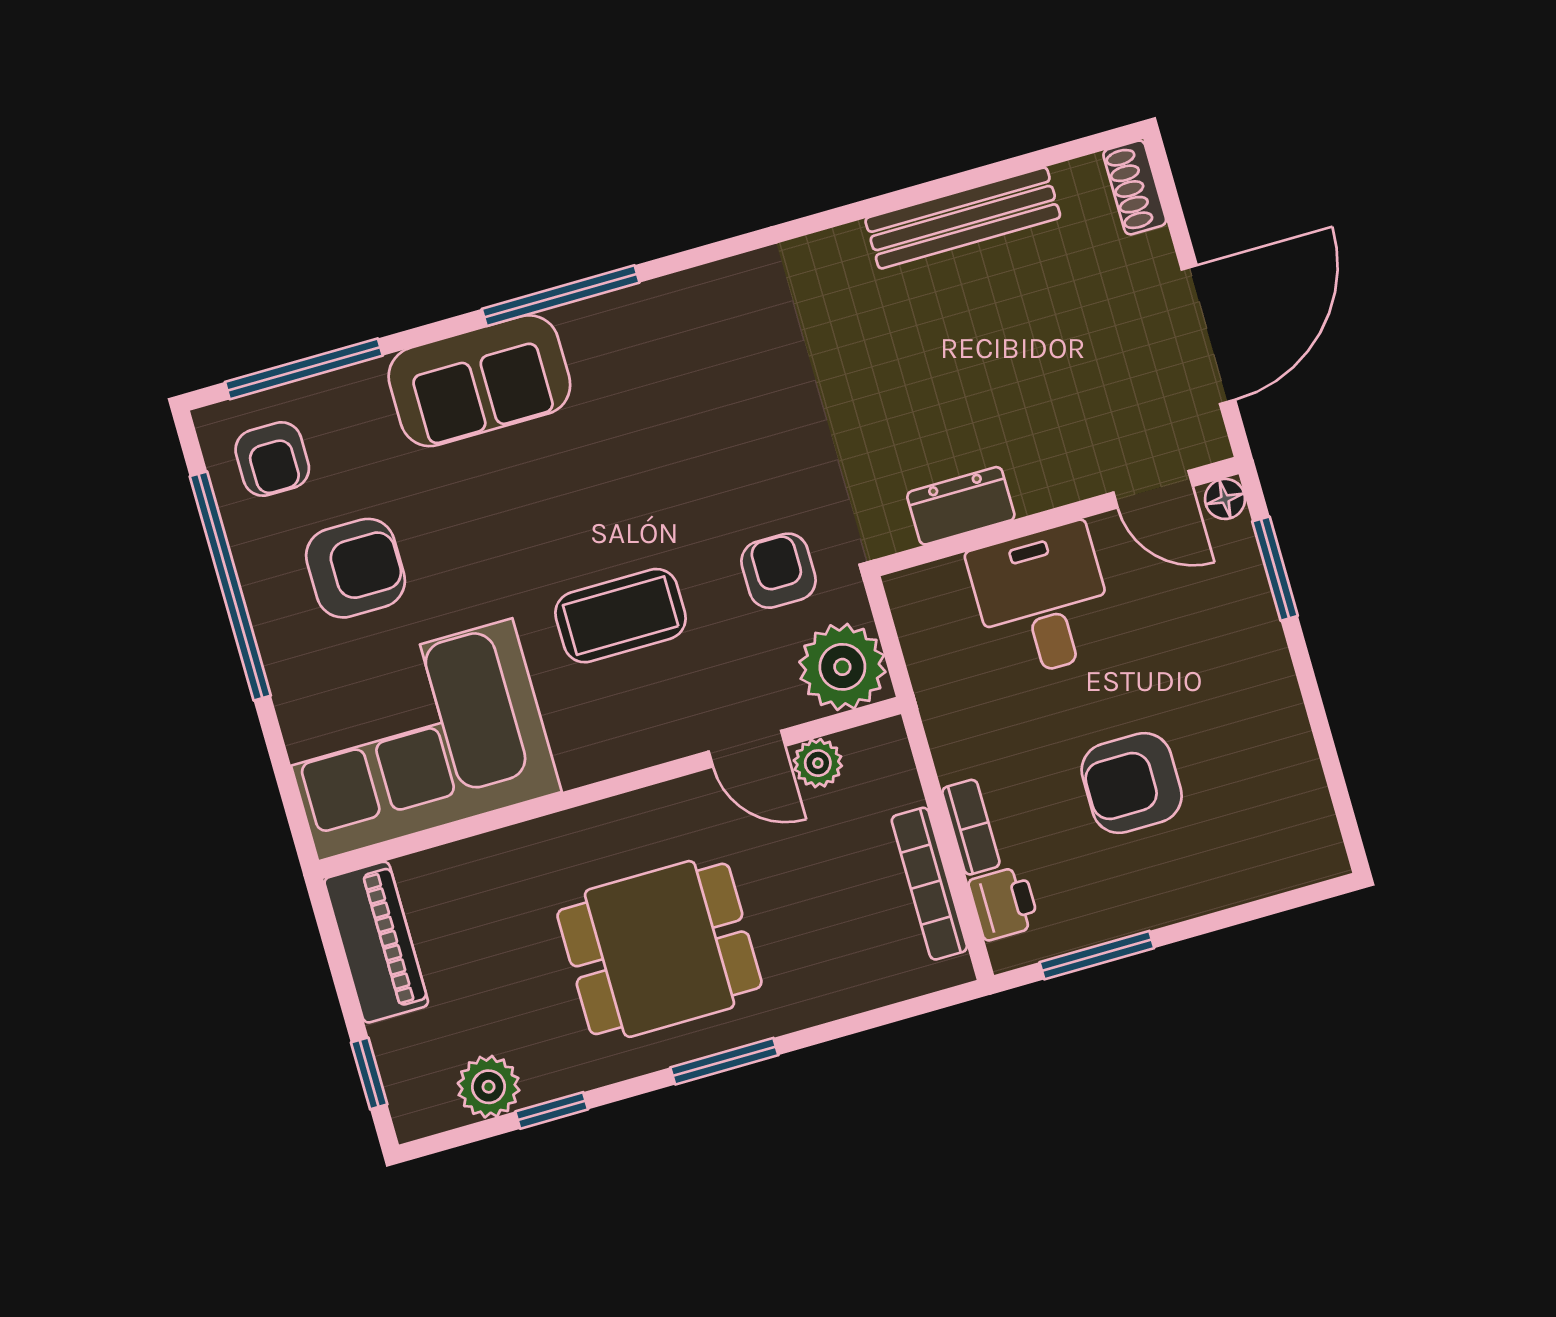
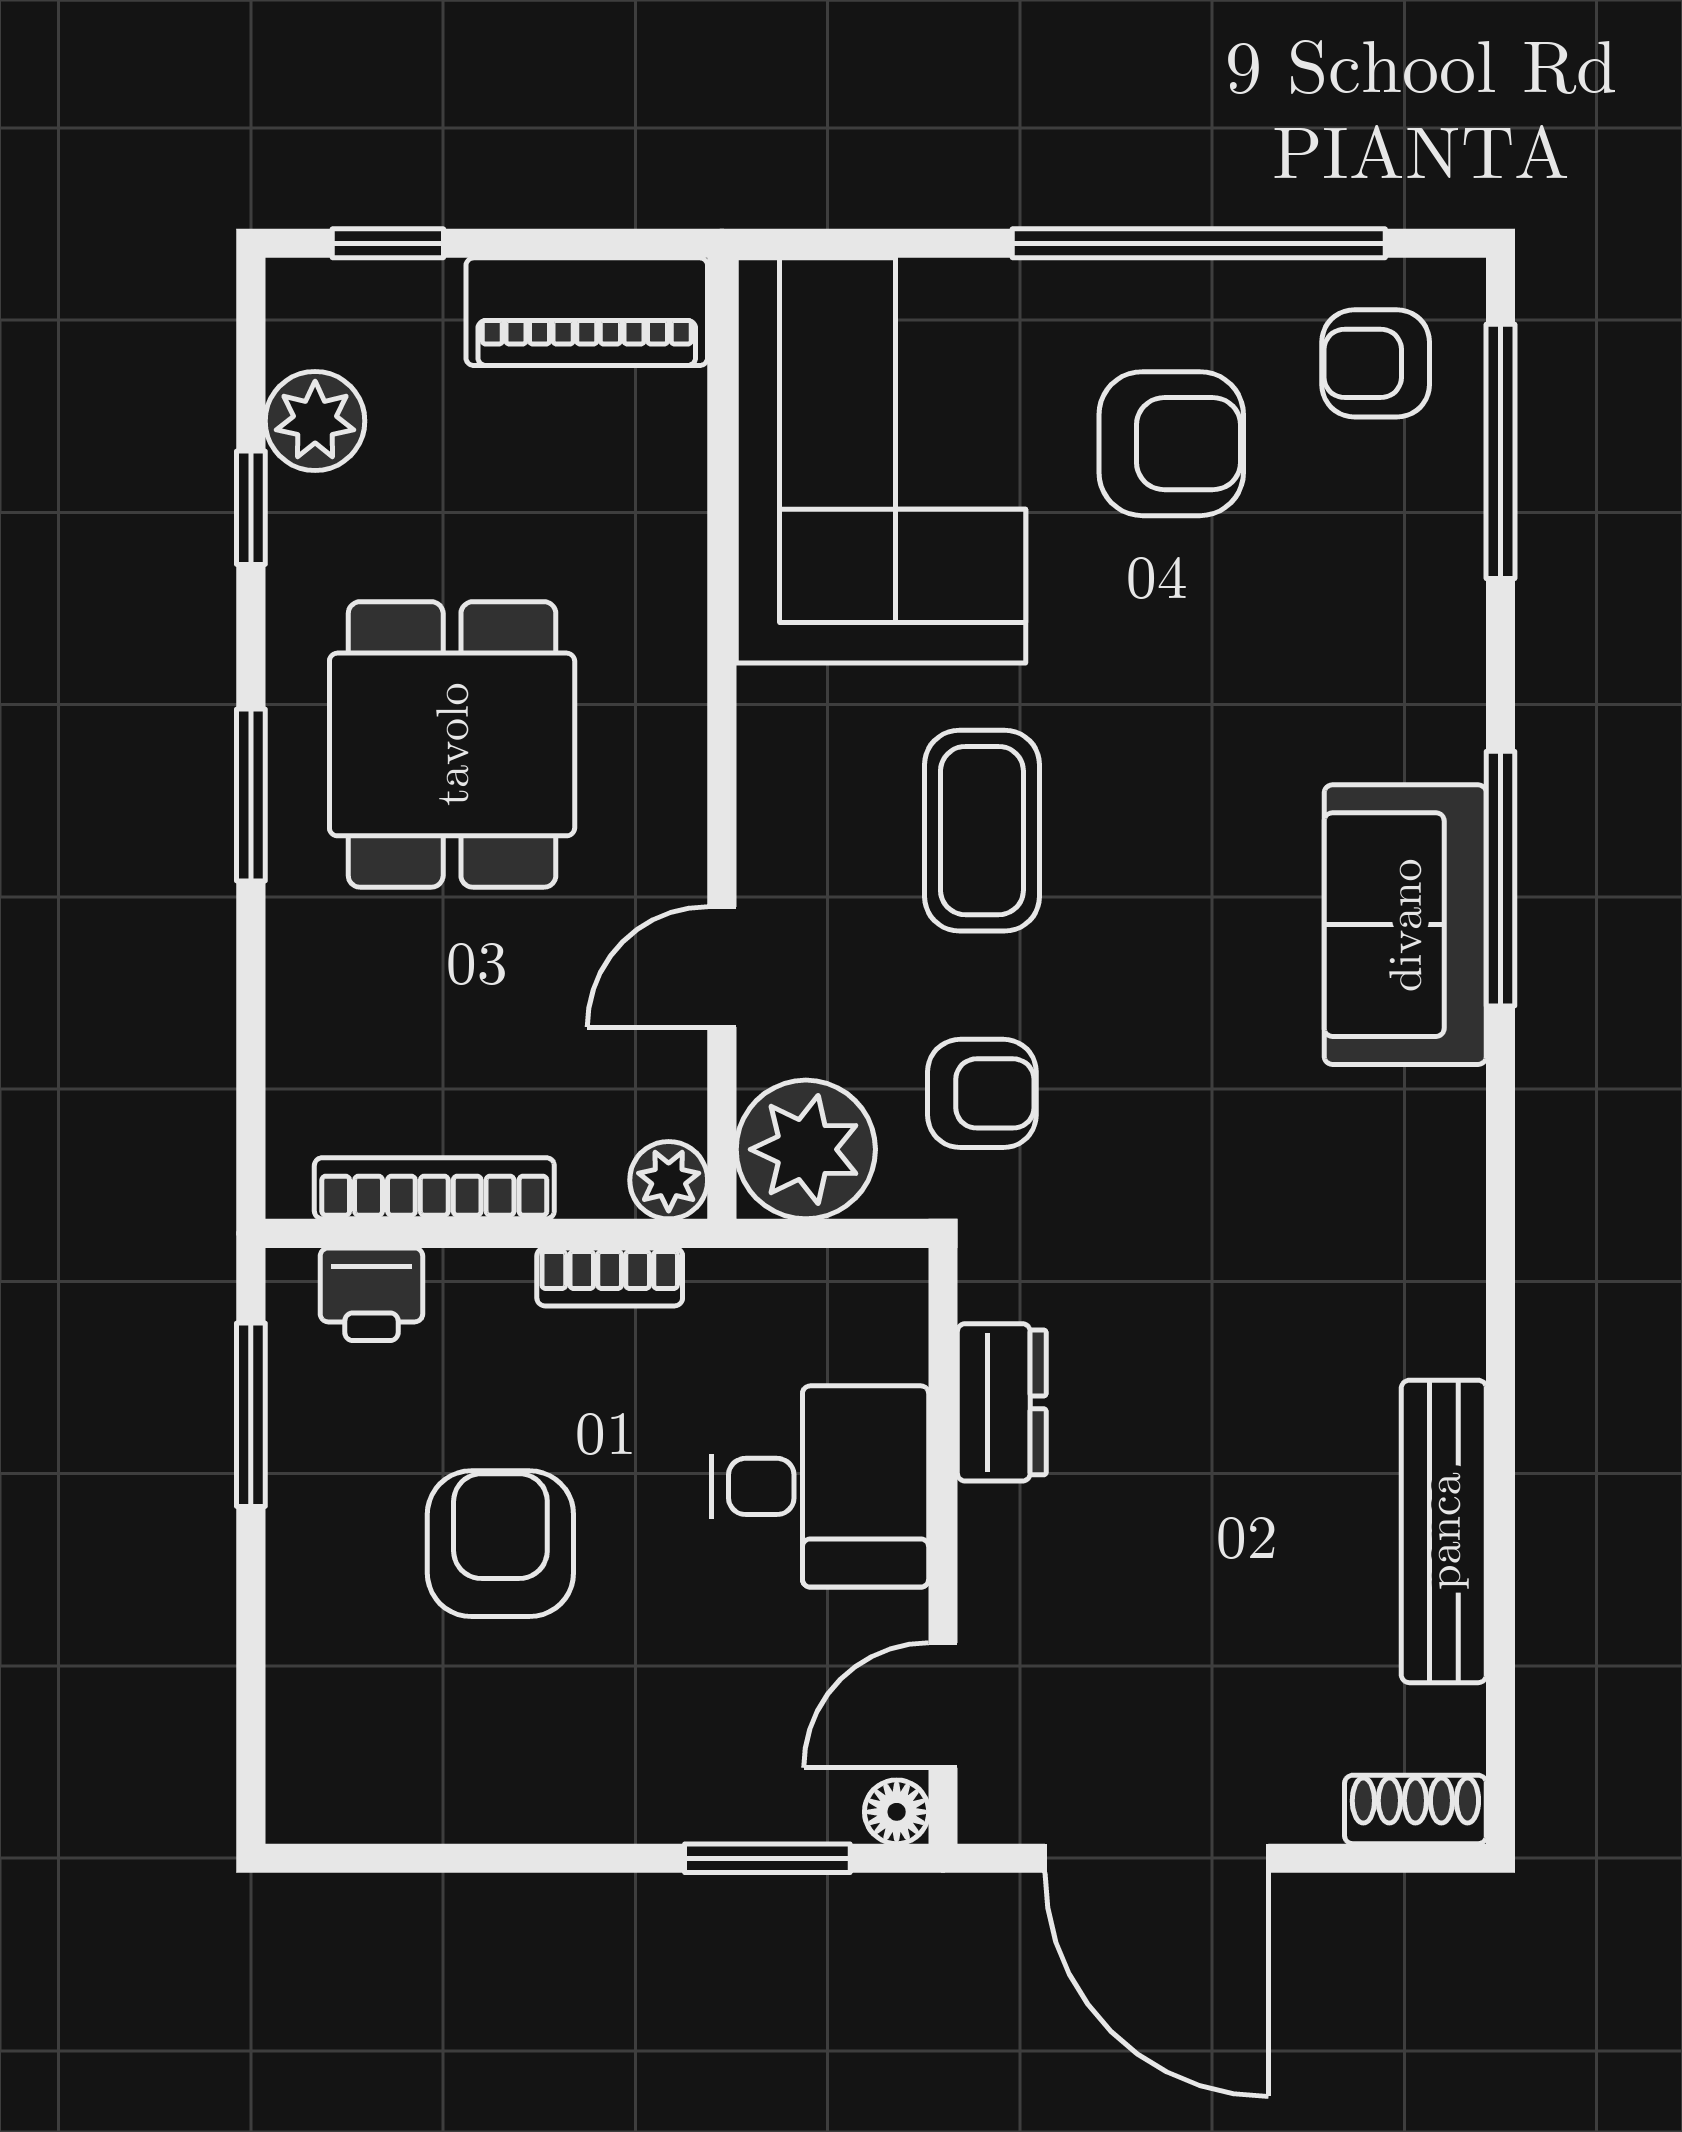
sofa: (479, 381) -> (1405, 925), moved
armchair: (355, 568) -> (1171, 444), turned -90
plant: (818, 763) -> (669, 1180), moved
bookcase: (971, 827) -> (610, 1277), moved

